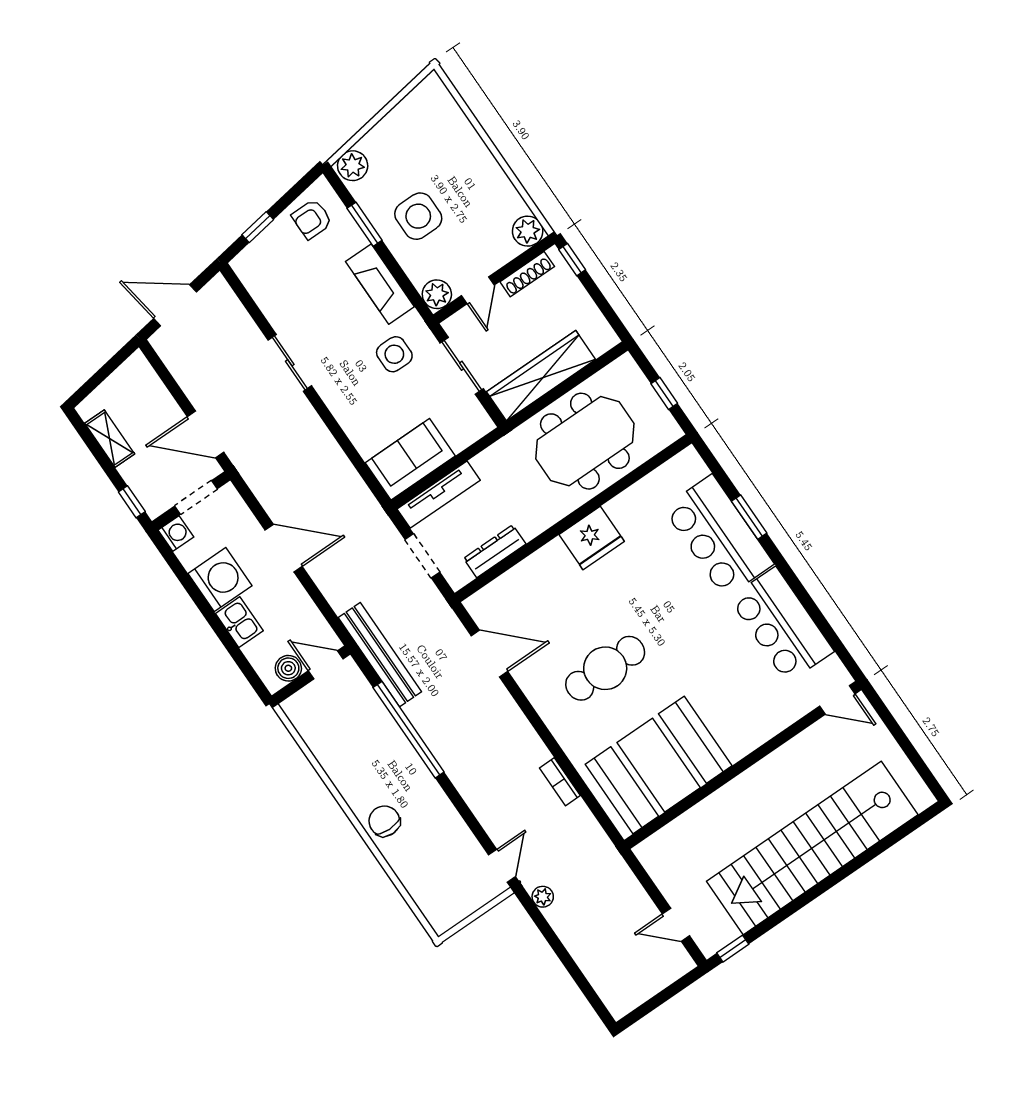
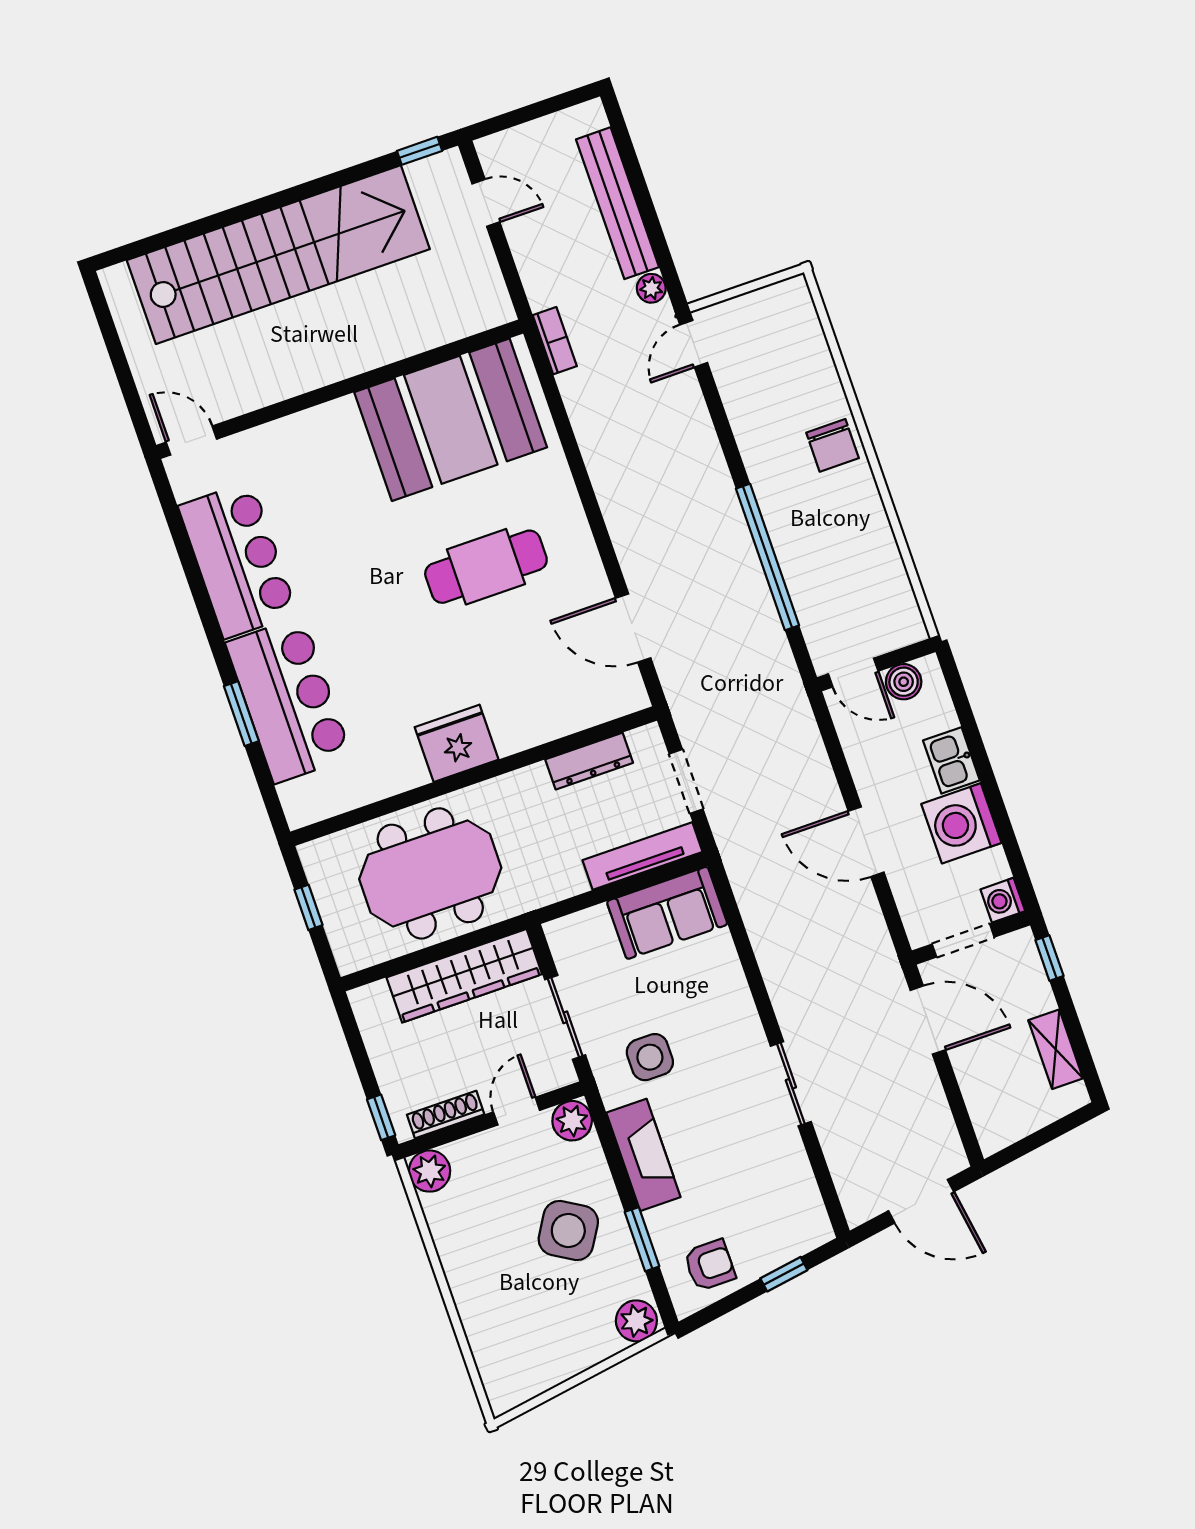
side table: (418, 216) -> (568, 1231), turned 31
bench: (380, 655) -> (618, 203), moved
bookcase: (560, 782) -> (555, 341), moved

